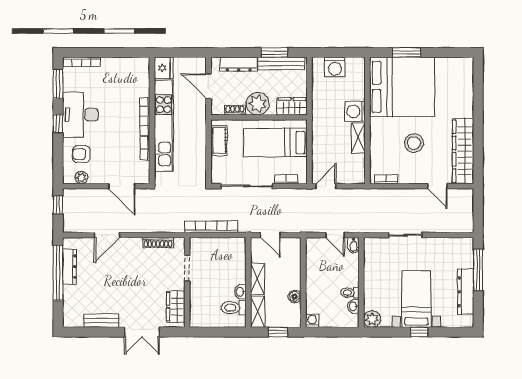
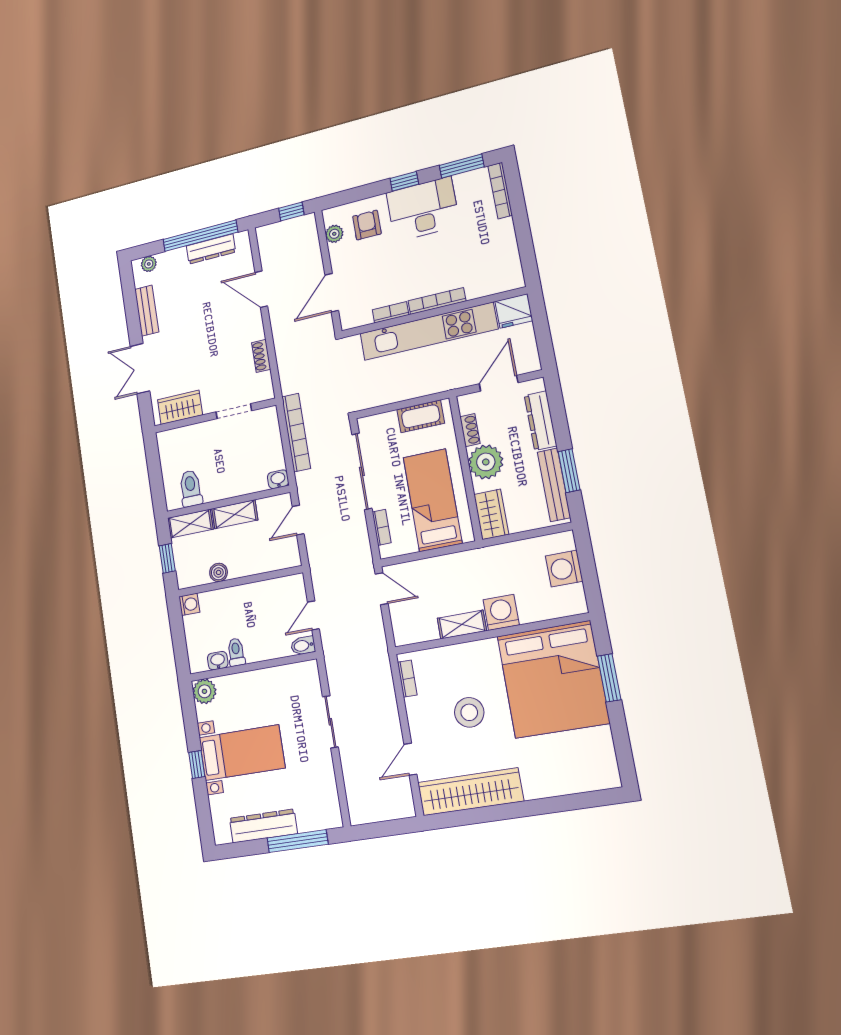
shoe rack: (158, 243) -> (261, 356), width x0.70
washbasin: (240, 292) -> (278, 479), moved
plant: (68, 314) -> (149, 264), added

